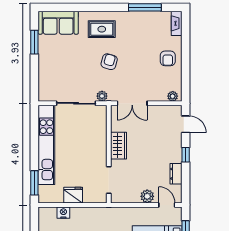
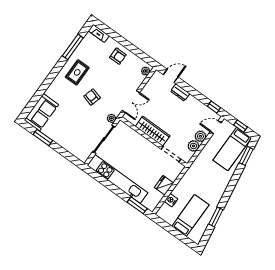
rug: (102, 29) -> (77, 72), moved
wardrobe: (119, 146) -> (153, 131), width x1.50
window: (186, 155) -> (214, 107), moved
dresser: (176, 174) -> (180, 92), moved
plant: (133, 196) -> (193, 146), added

